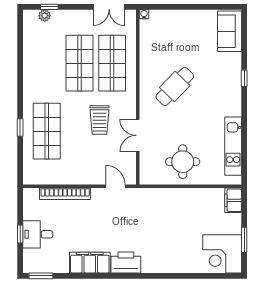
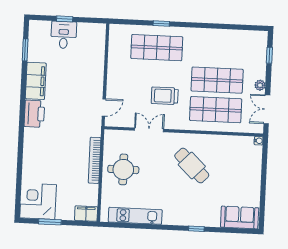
plant: (45, 16) -> (260, 85), moved
bookcase: (65, 194) -> (95, 160), moved
window: (41, 276) -> (25, 50), moved

